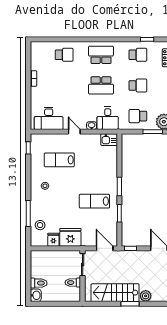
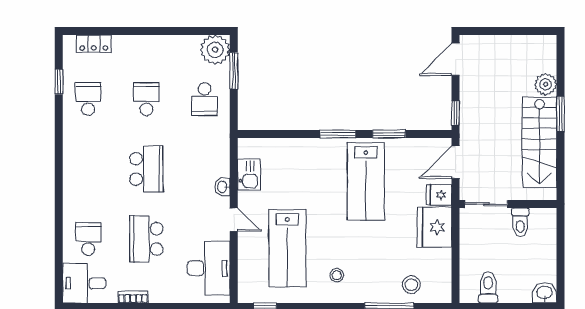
school desk: (101, 55) -> (146, 239), moved
desk: (108, 118) -> (84, 283), moved, turned 180
door: (74, 132) -> (234, 220), swing flipped
kitchen sink: (109, 140) -> (249, 175), moved
lab bench: (59, 160) -> (287, 248), width x1.36, depth x1.39
lab bench: (94, 201) -> (366, 181), width x1.36, depth x1.39
fridge: (53, 240) -> (439, 195), moved
toilet: (39, 283) -> (488, 287), moved

